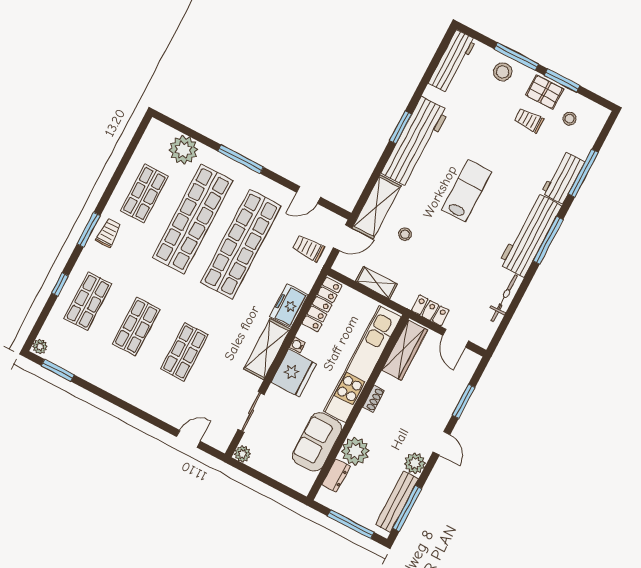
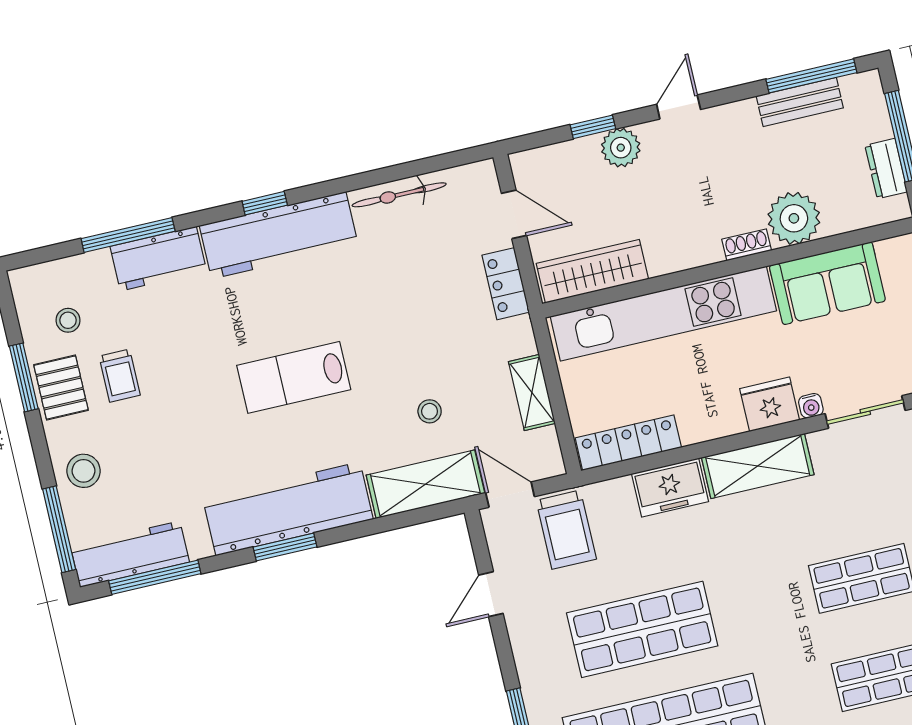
window: (516, 56) -> (59, 529), moved
window: (434, 63) -> (155, 577), added
door: (309, 195) -> (491, 594), swing flipped
window: (548, 240) -> (265, 203), width x0.46
shop shelf: (241, 244) -> (642, 629), width x0.71
trolley: (308, 248) -> (566, 530), width x1.36, depth x1.39
door: (456, 338) -> (514, 214), hinge flipped
water cooler: (297, 345) -> (811, 406), moved
fridge: (294, 373) -> (770, 404), width x0.73, depth x0.75
shoe rack: (374, 399) -> (747, 245), moved
window: (464, 401) -> (593, 127), width x0.67
plant: (415, 463) -> (621, 148), moved
dresser: (336, 476) -> (886, 169), moved, turned -90
bench: (397, 502) -> (800, 102), width x0.73

